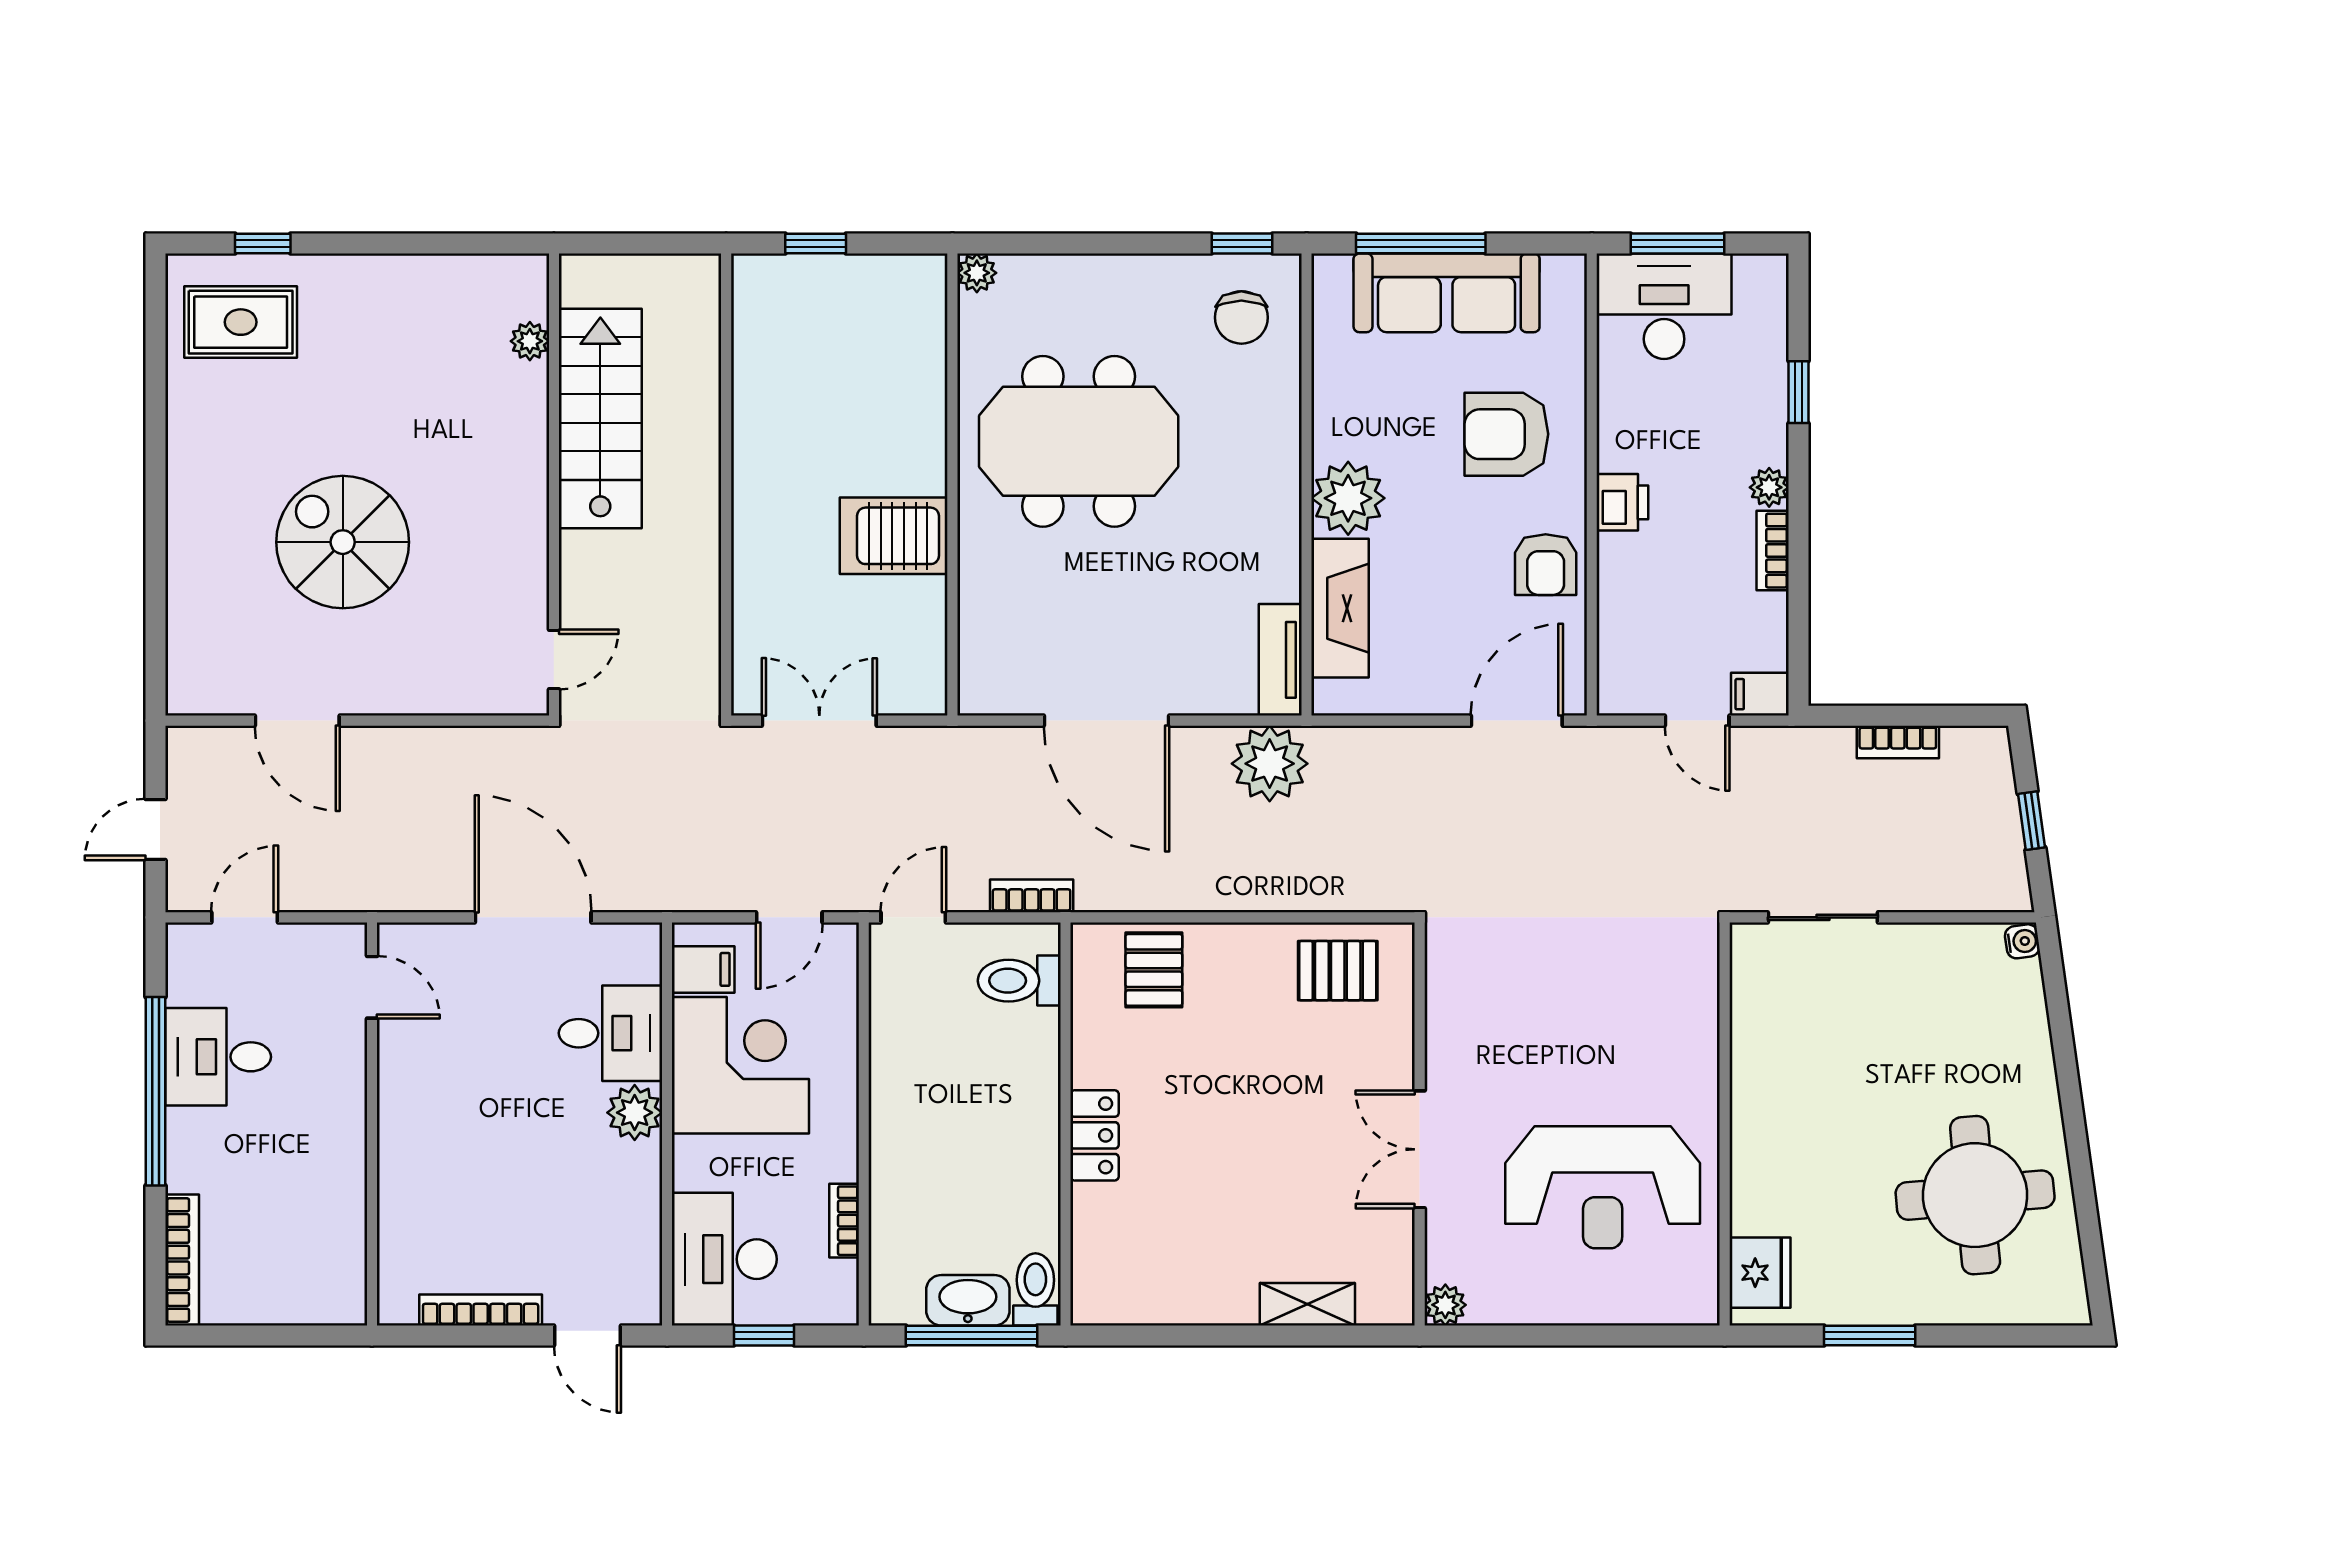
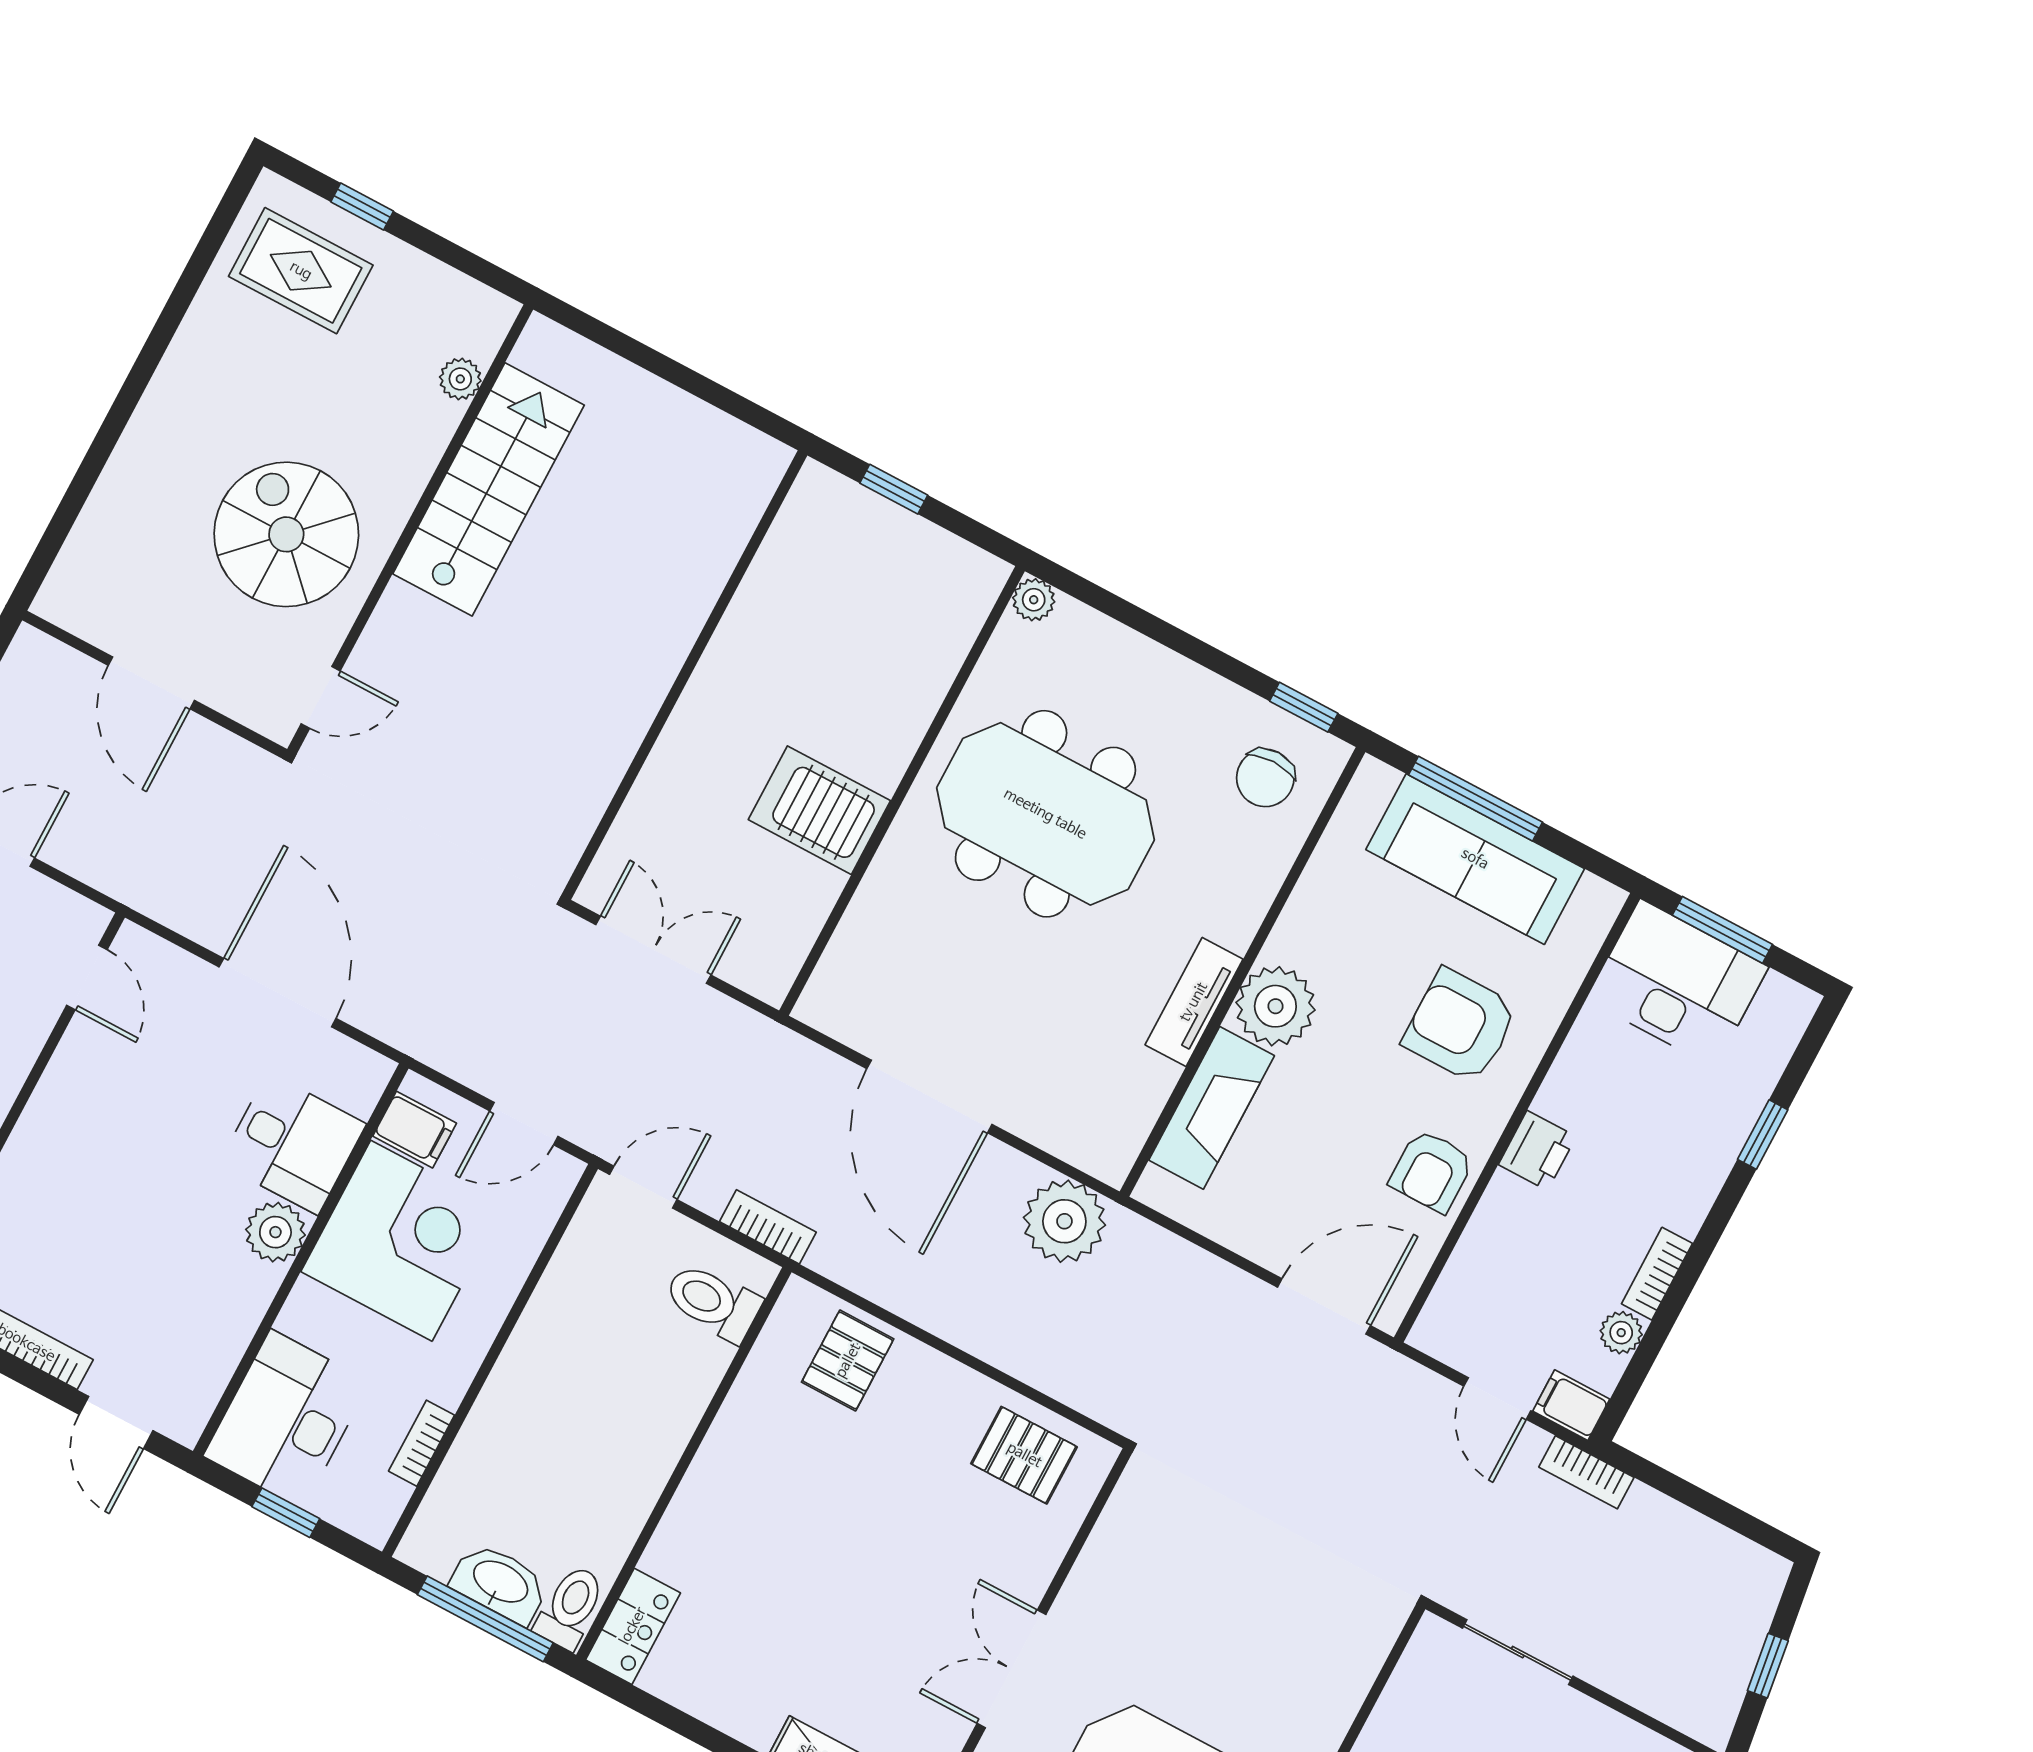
plant: (530, 341) -> (460, 379), moved
stairs: (600, 418) -> (488, 489), moved
wall: (554, 485) -> (410, 529), moved
plant: (1769, 487) -> (1621, 1333), moved
door: (554, 659) -> (321, 697), moved
tv unit: (1280, 660) -> (1194, 1002), moved
bookcase: (1898, 742) -> (1586, 1472), moved
locker: (1095, 1135) -> (633, 1626), moved

